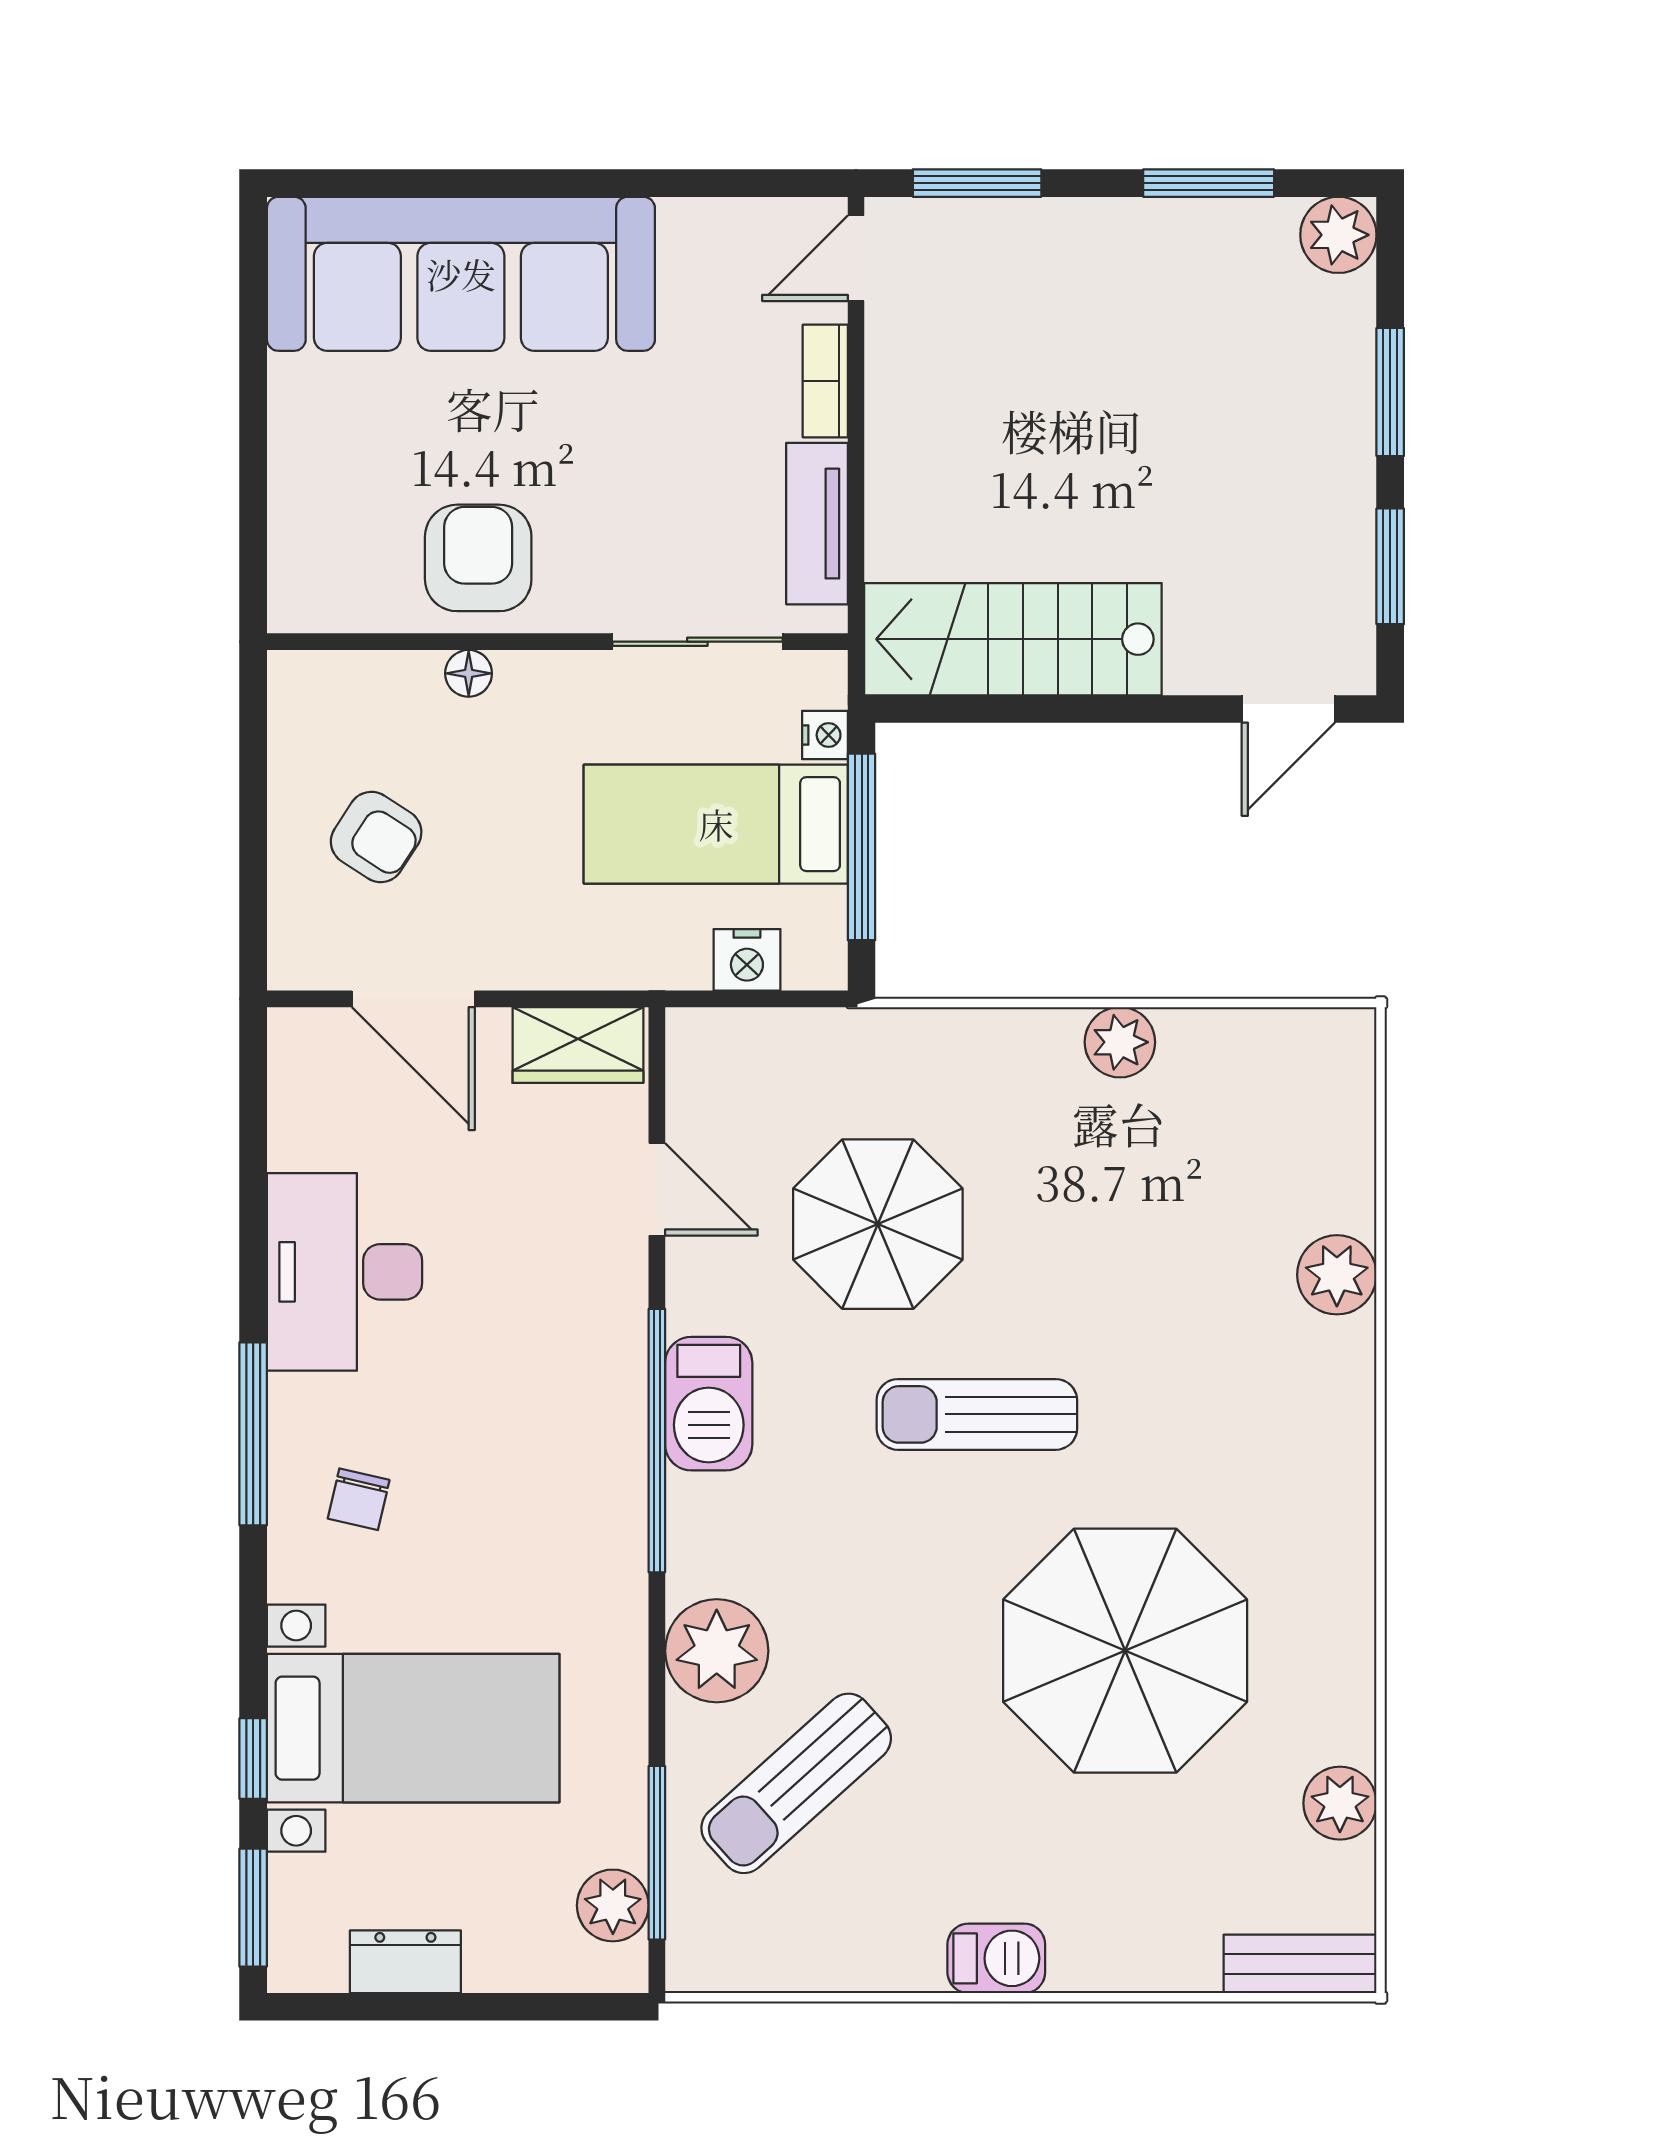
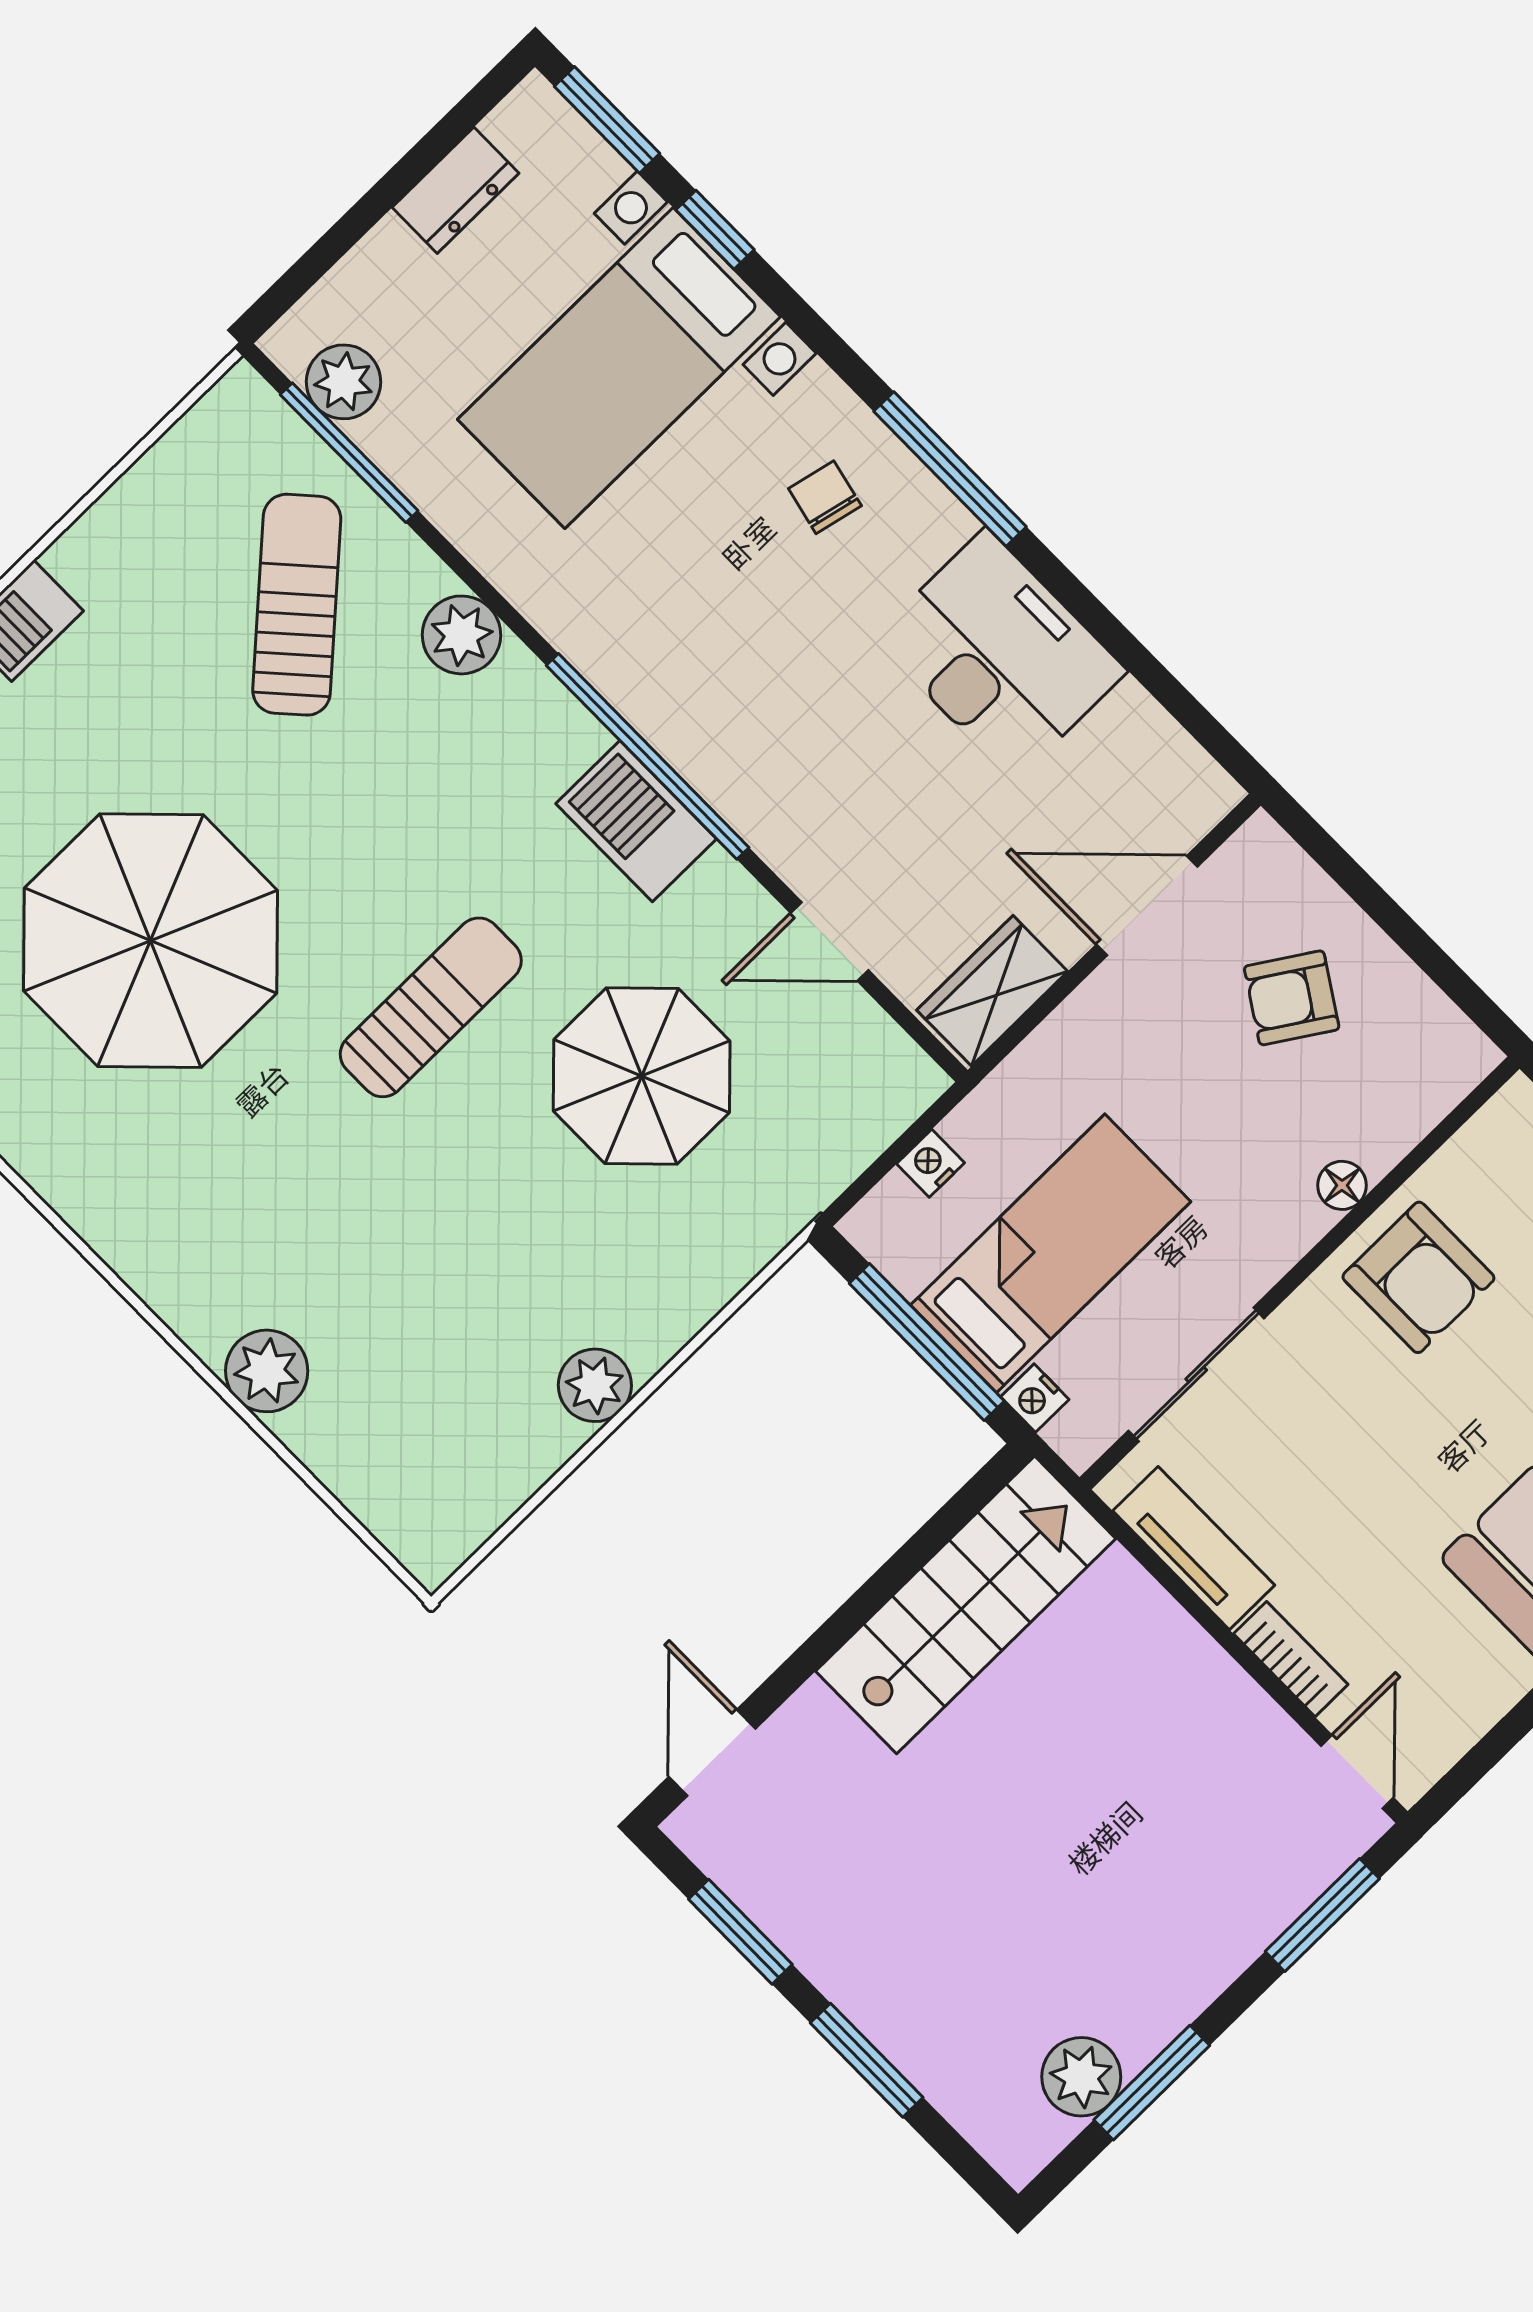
plant: (1338, 235) -> (1081, 2077), moved
nightstand: (747, 960) -> (931, 1163), width x0.72, depth x0.74
plant: (717, 1651) -> (461, 635), width x0.73, depth x0.73

